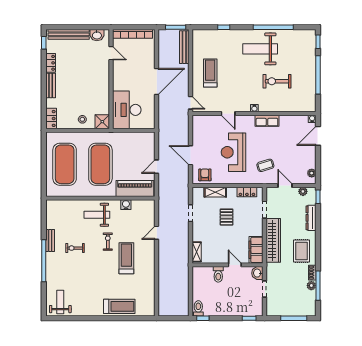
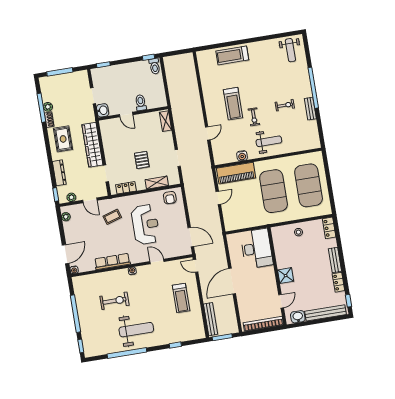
door: (111, 53) -> (281, 301), swing flipped
row of seats: (267, 121) -> (112, 262), width x1.48
shower: (102, 122) -> (286, 276), moved
door: (190, 155) -> (191, 237), moved
filing cabinet: (256, 250) -> (108, 133), removed

